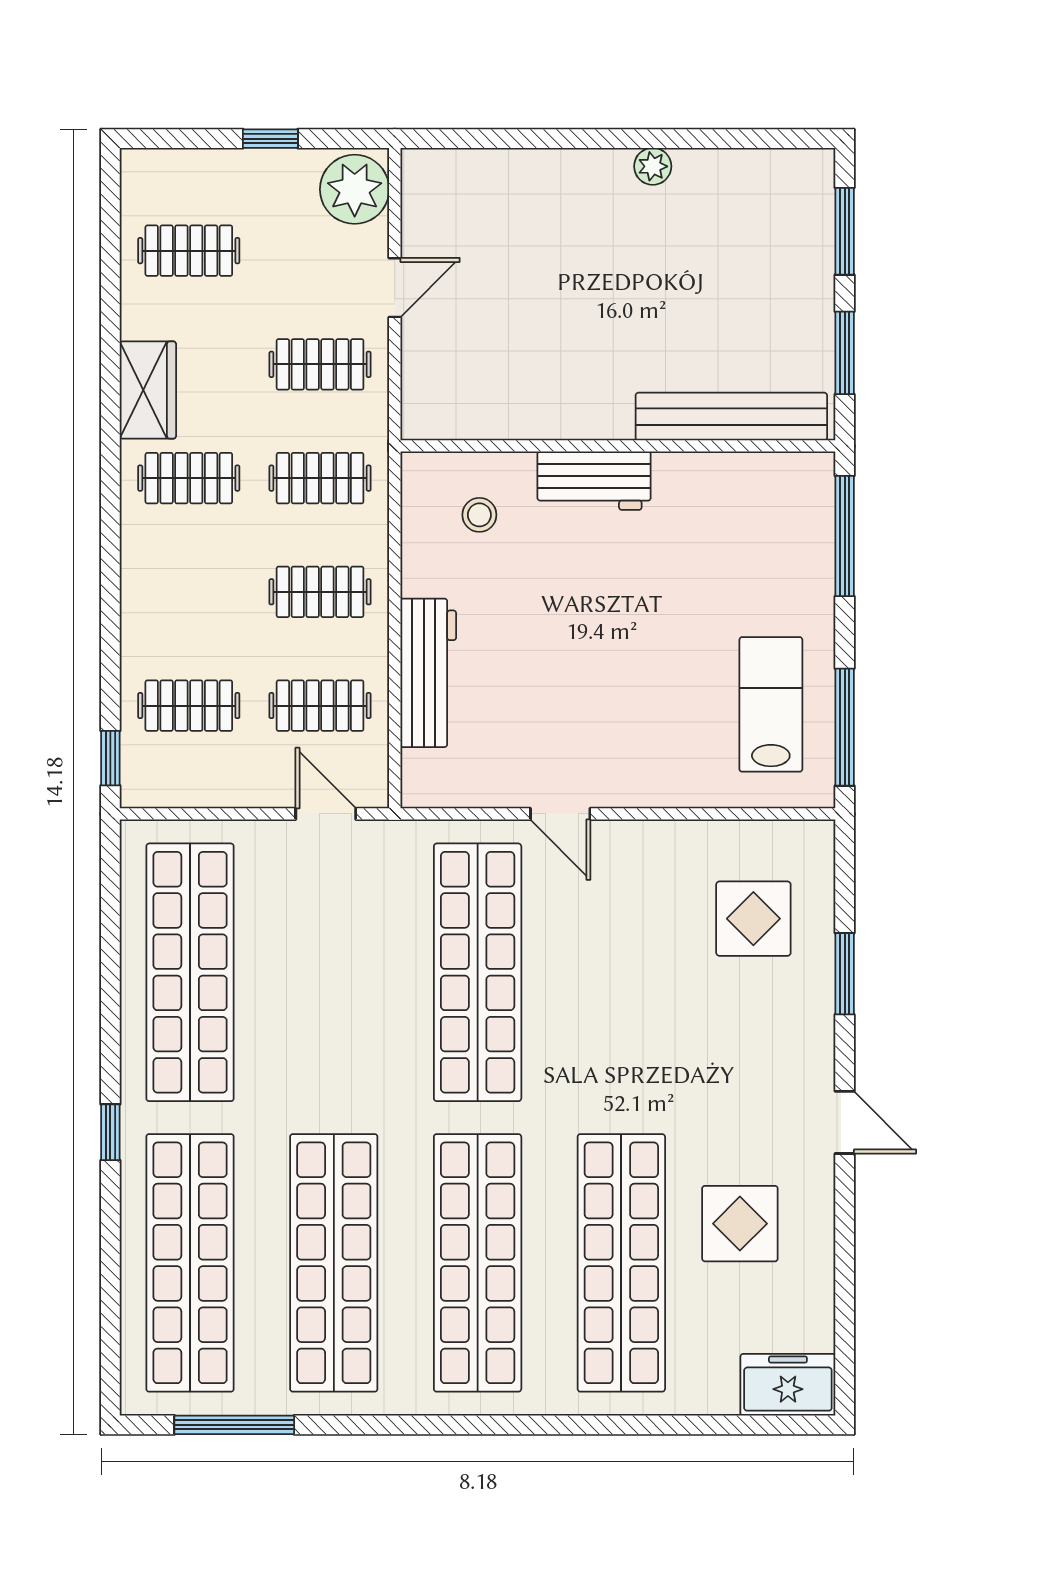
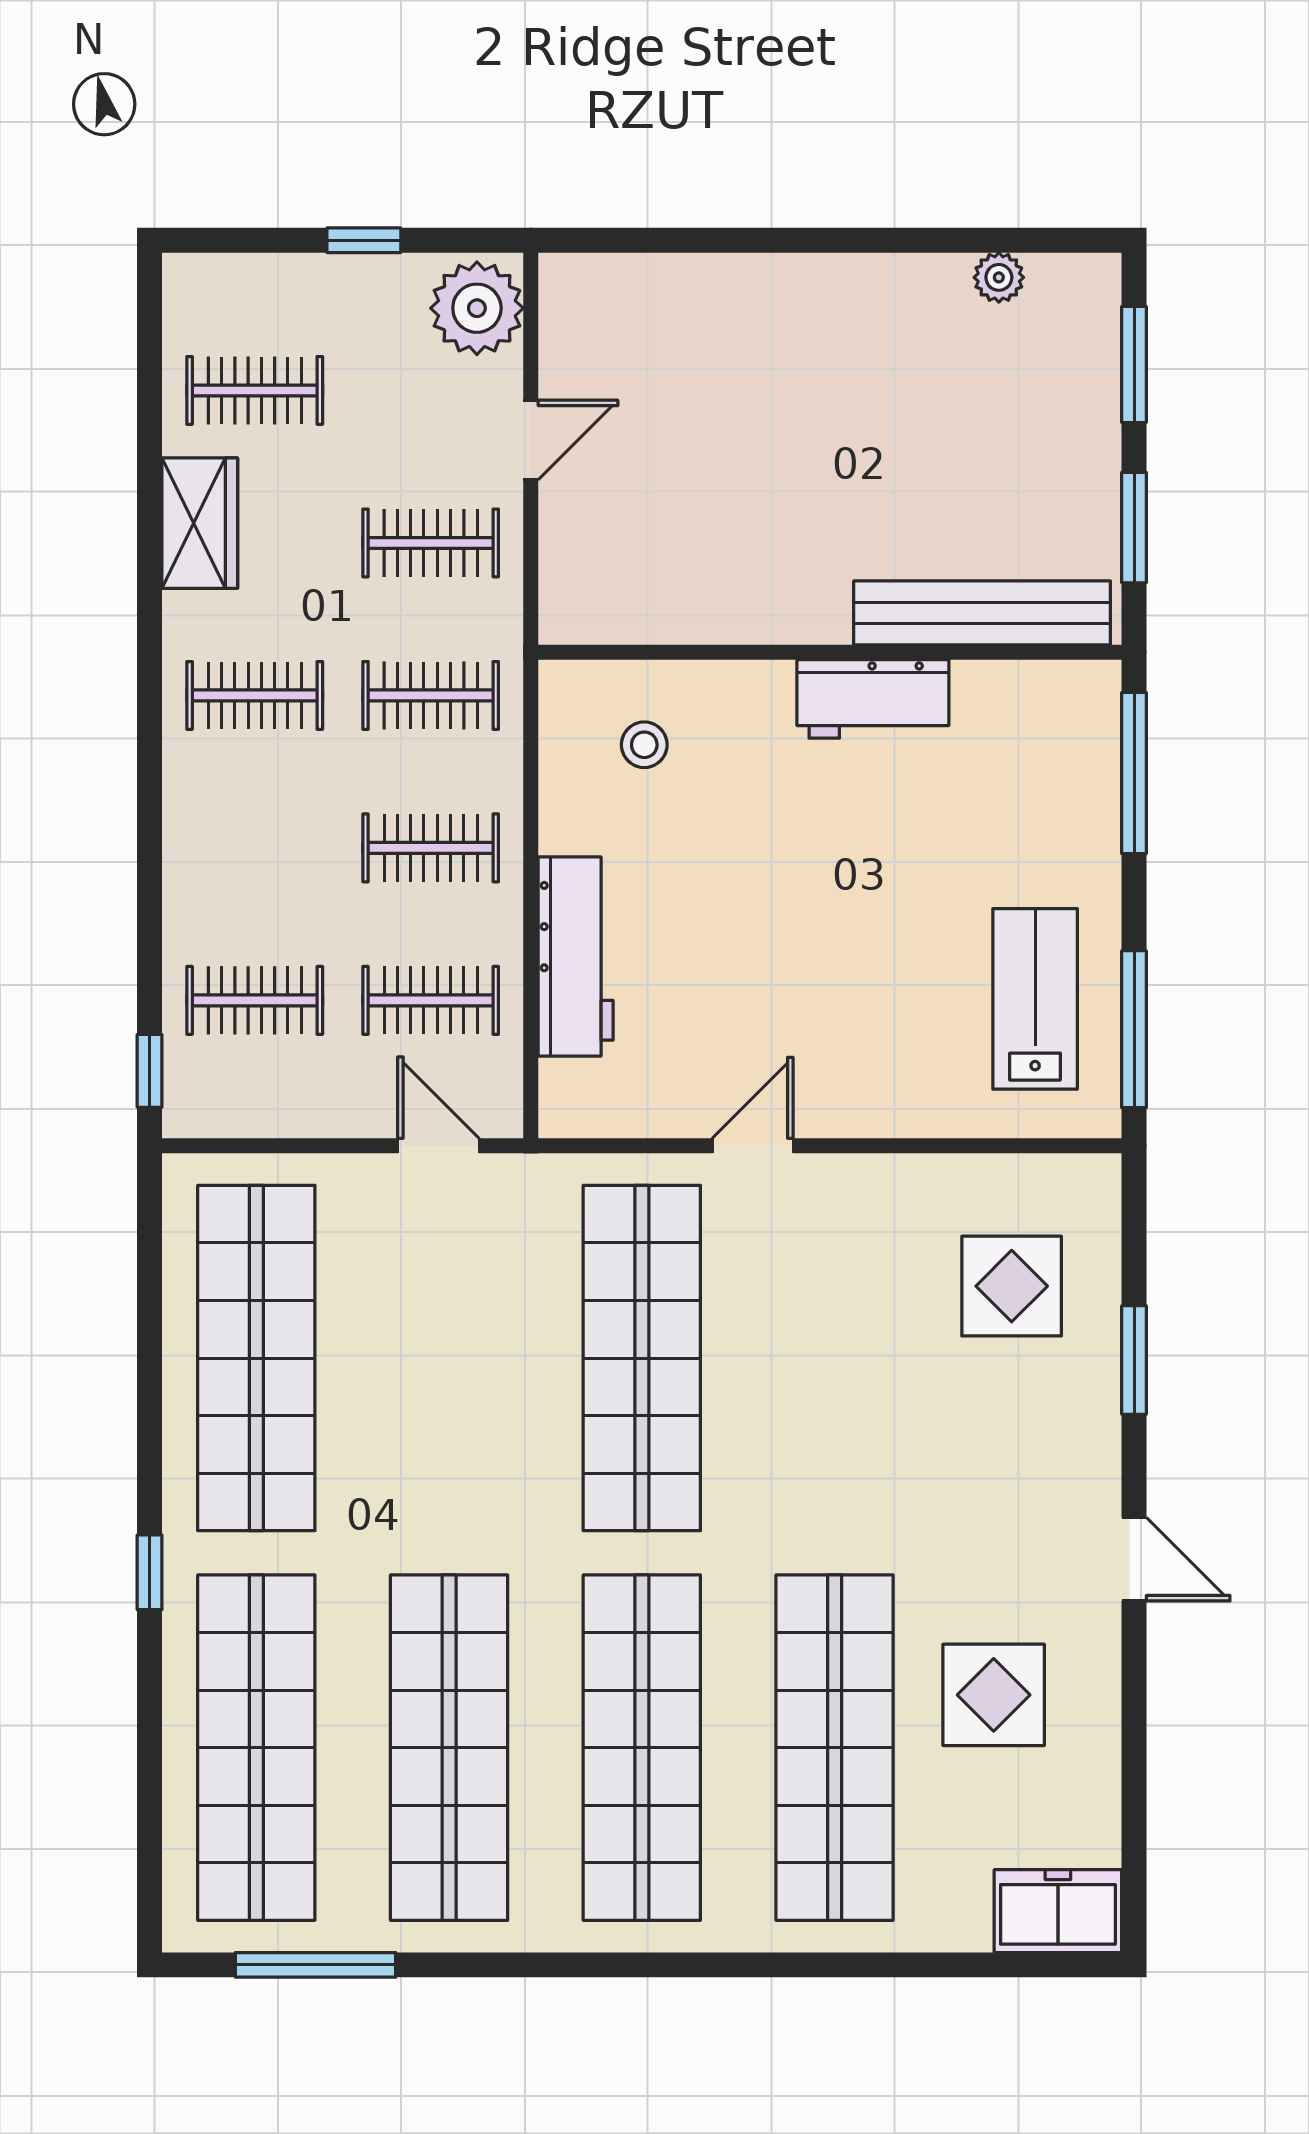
plant: (653, 166) -> (999, 277), moved
wardrobe: (148, 390) -> (200, 523), moved
workbench: (594, 481) -> (873, 699), moved
door: (560, 814) -> (753, 1146), swing flipped

